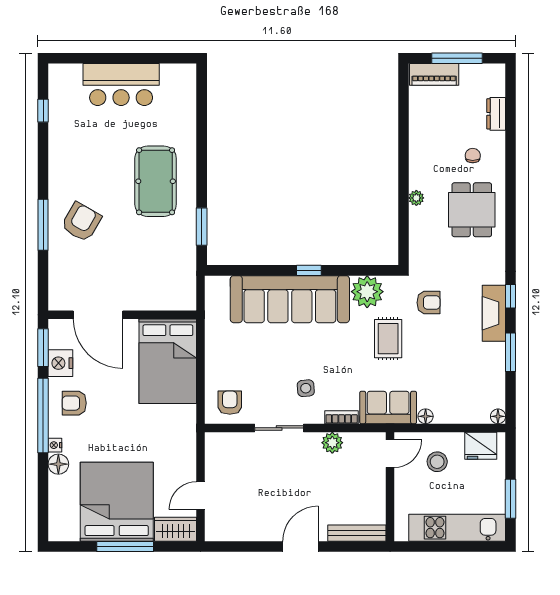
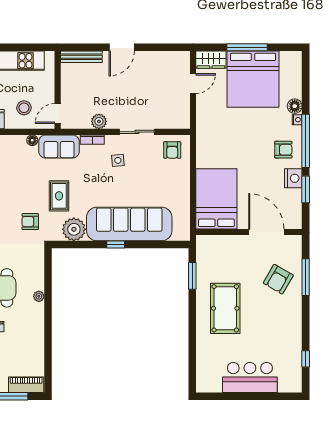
door: (98, 315) -> (266, 232), moved
wall: (122, 315) -> (249, 232), moved
bed: (168, 361) -> (216, 199), moved

